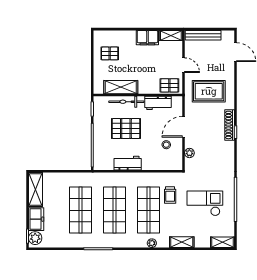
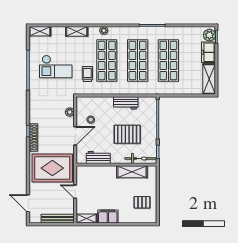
pallet: (169, 85) -> (88, 173), removed
rug: (209, 91) -> (52, 168), width x1.37, depth x1.44
bicycle: (126, 102) -> (141, 158), moved

